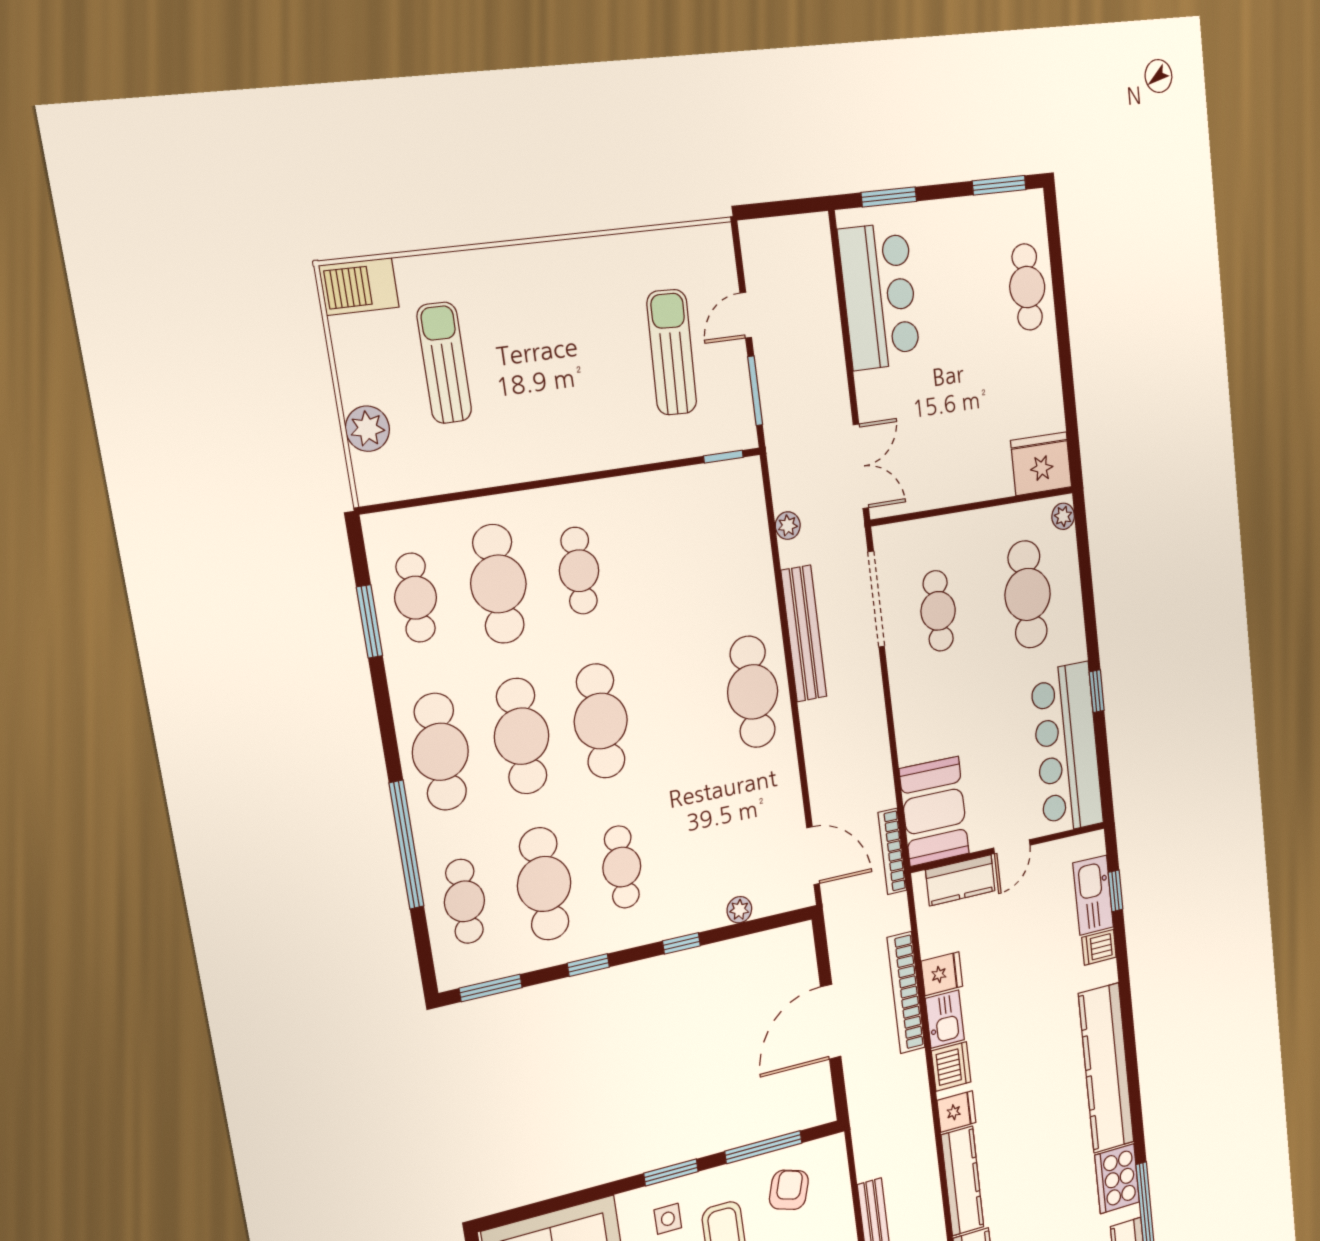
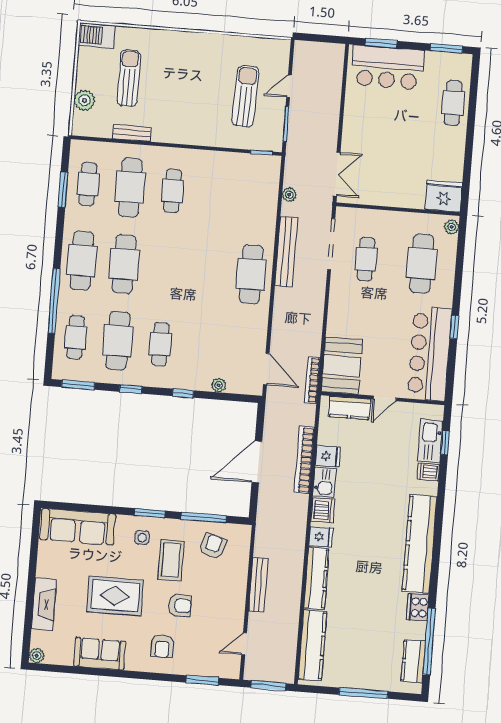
bar counter: (879, 296) -> (387, 67), moved, turned 90
bench: (477, 474) -> (132, 133), added
cafe table: (601, 721) -> (166, 267), removed
cooker: (1117, 1179) -> (418, 607), width x0.73, depth x0.76

